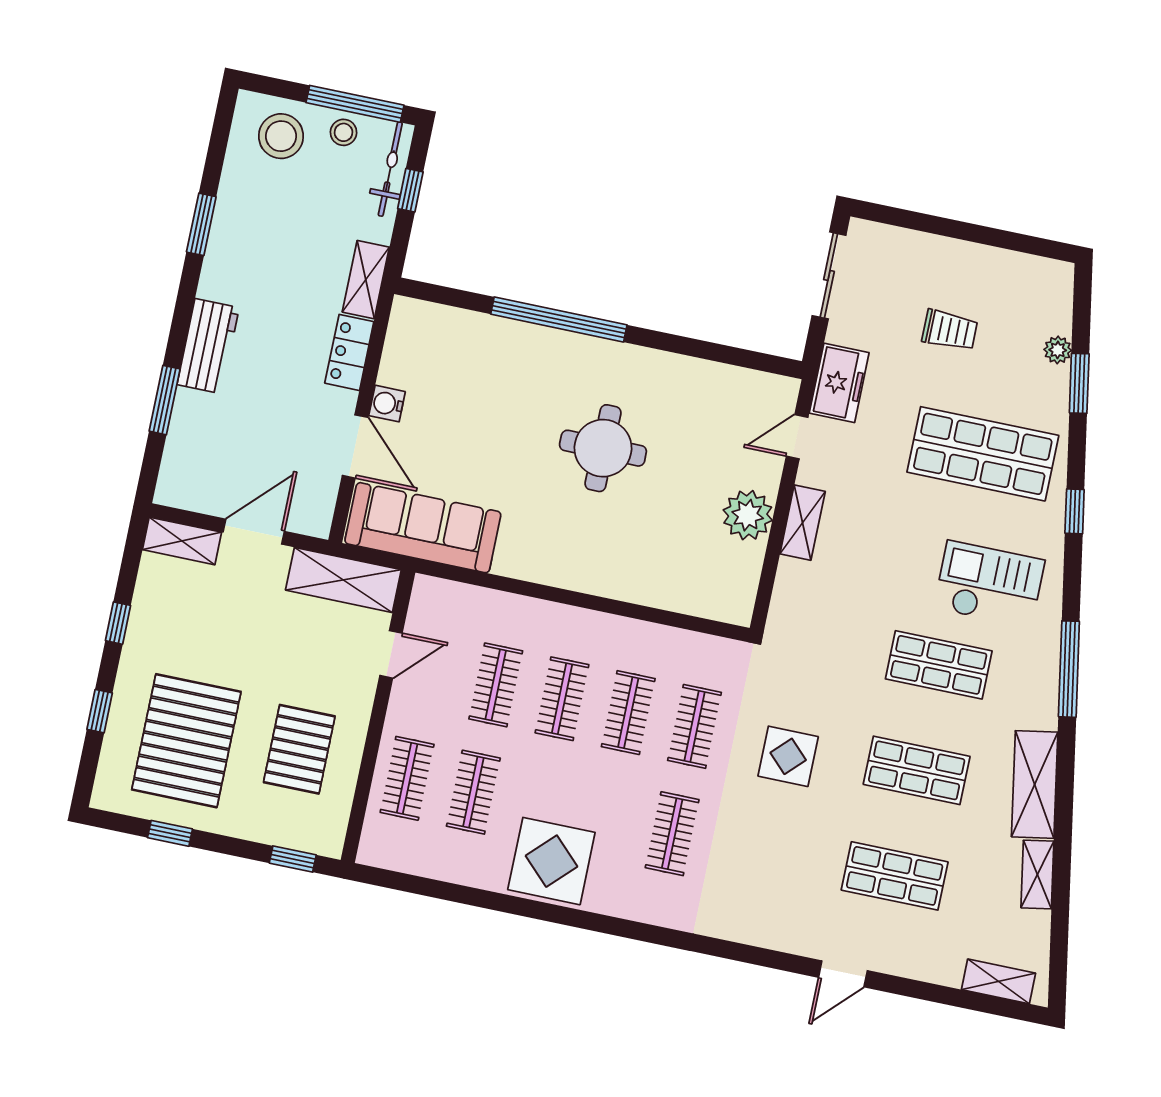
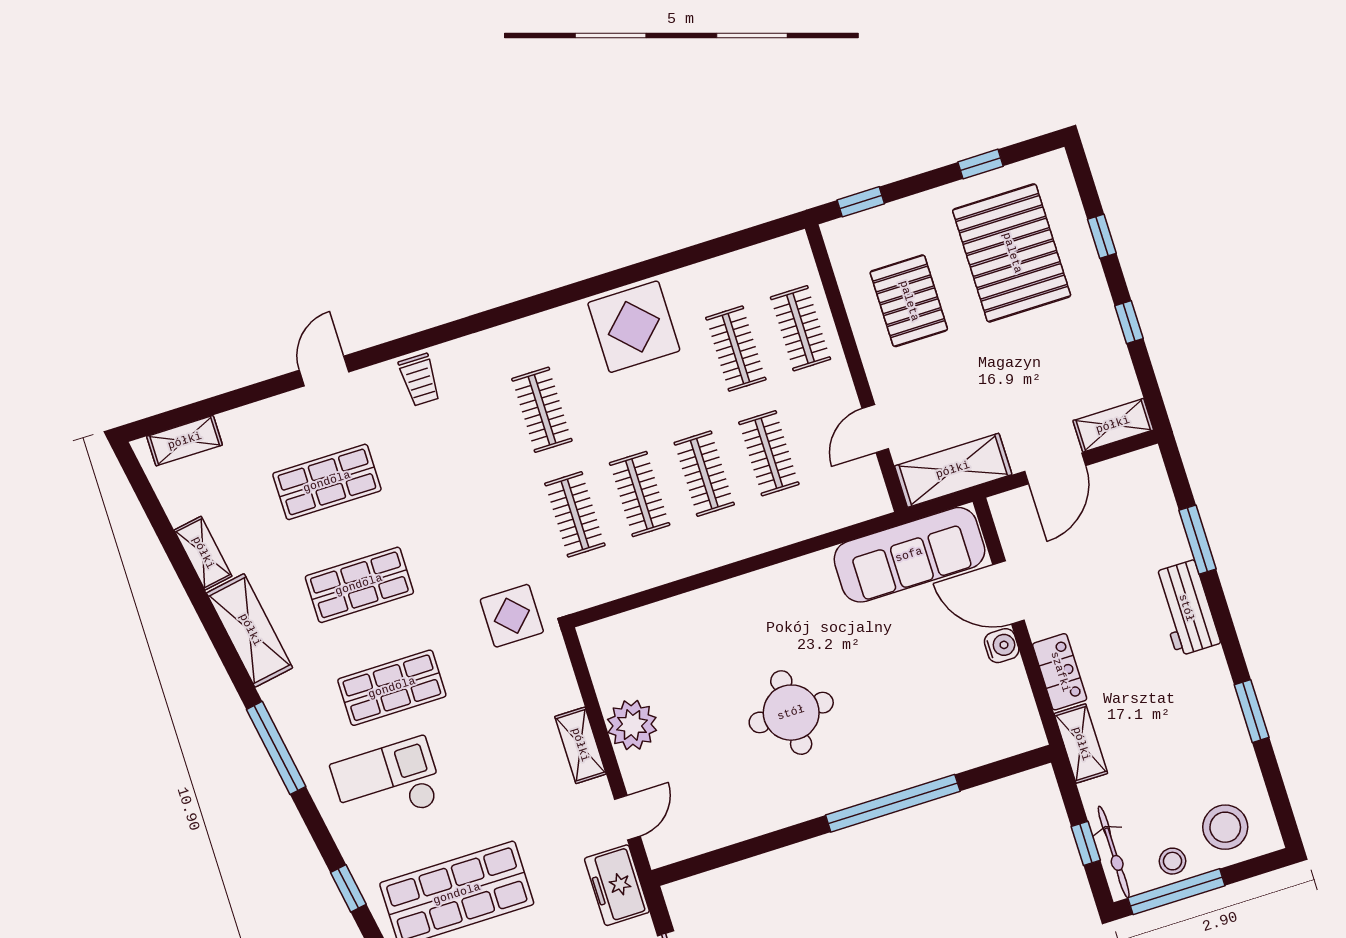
checkout: (989, 584) -> (387, 783), turned 180
display table: (788, 756) -> (512, 616), moved
trolley: (764, 920) -> (420, 380), added

